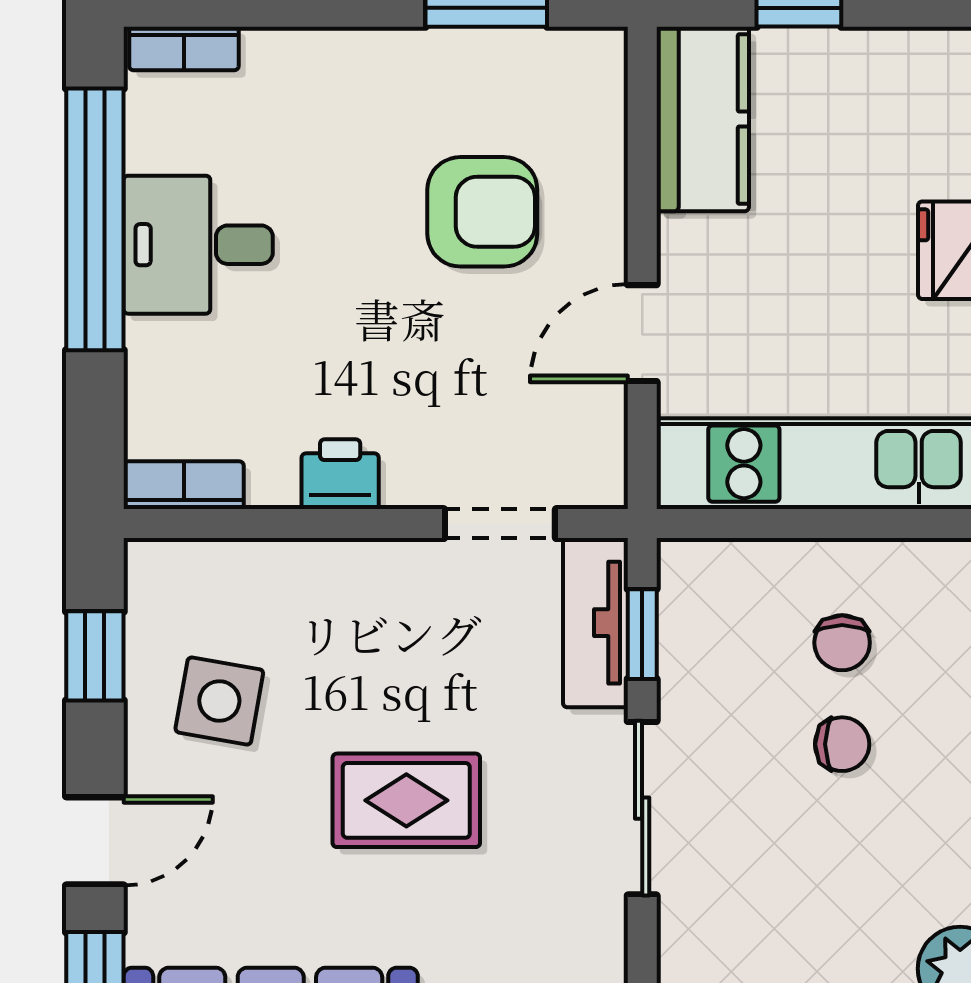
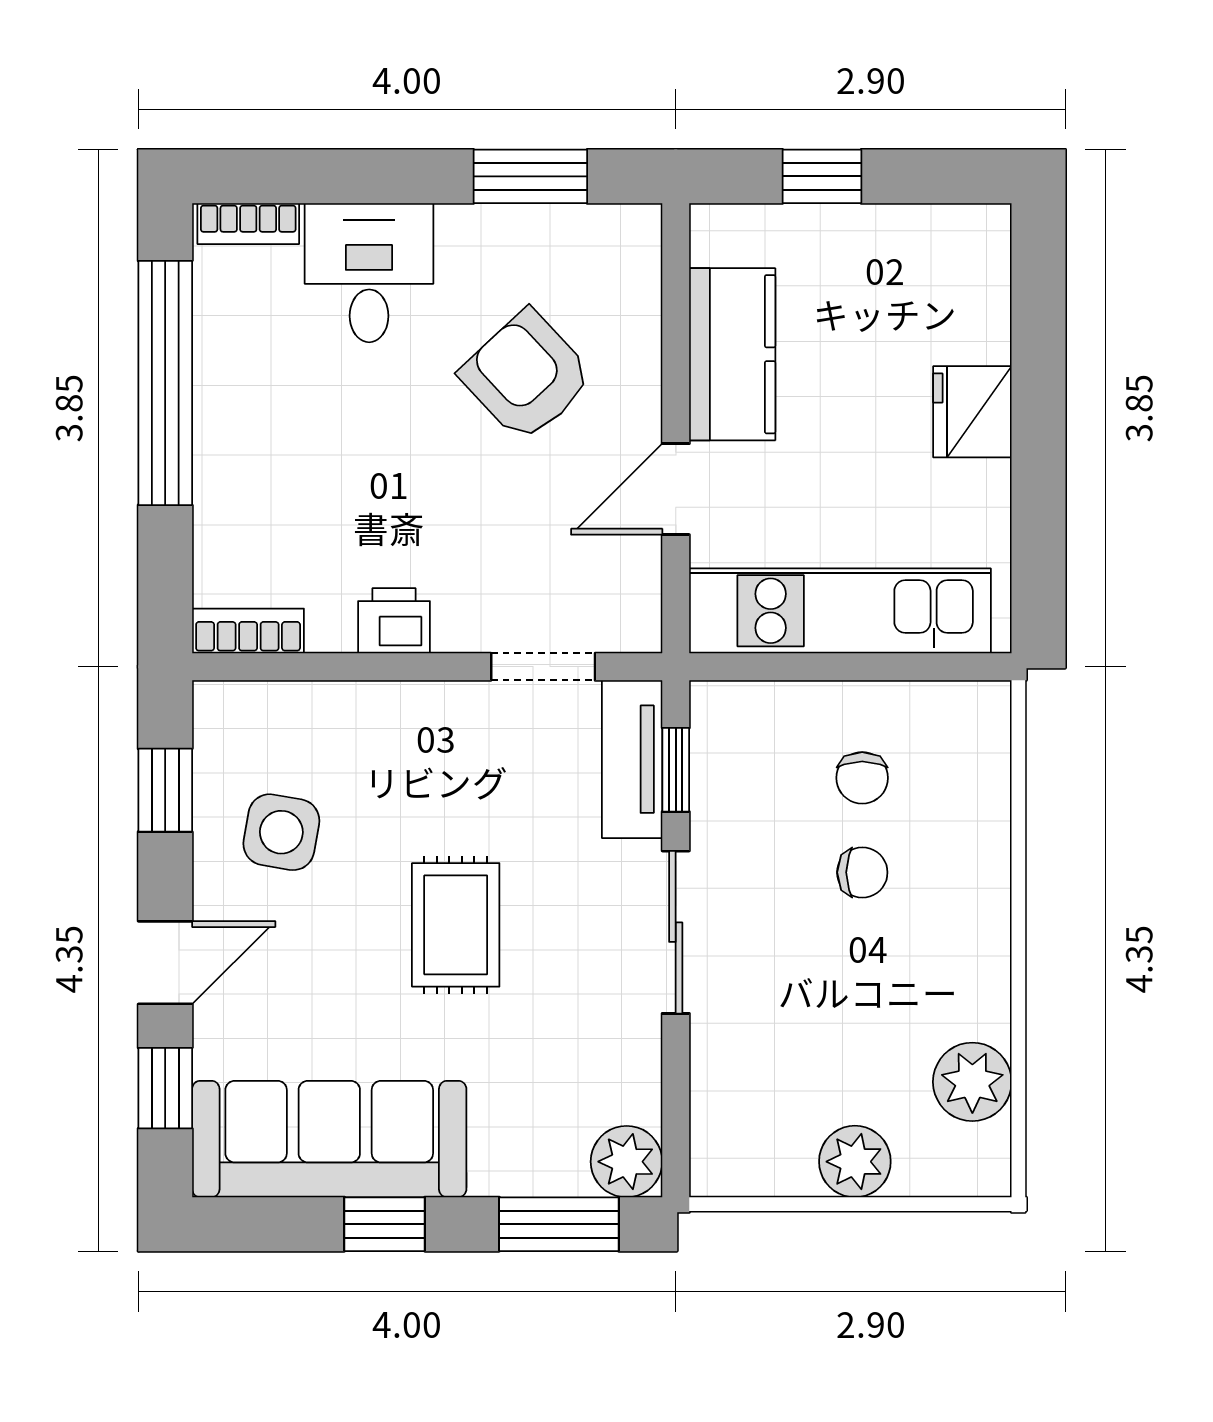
kitchen counter: (703, 119) -> (732, 354), moved
armchair: (482, 212) -> (527, 376), turned -133
desk: (198, 245) -> (369, 273), moved, turned 90
rug: (406, 800) -> (456, 925), turned 90

